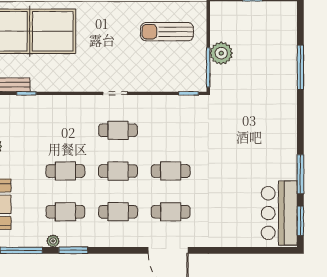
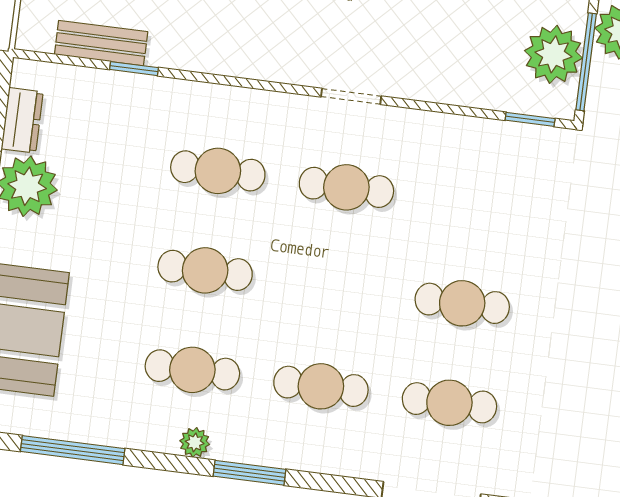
plant: (195, 66) -> (553, 54), added
cafe table: (118, 171) -> (218, 171), moved
plant: (53, 241) -> (195, 442), moved
window: (73, 250) -> (250, 473), moved

